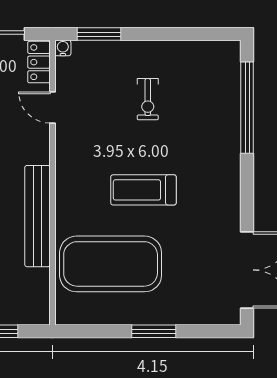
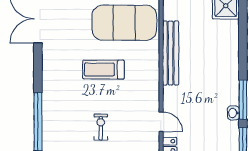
treadmill: (143, 190) -> (103, 70), turned 180

